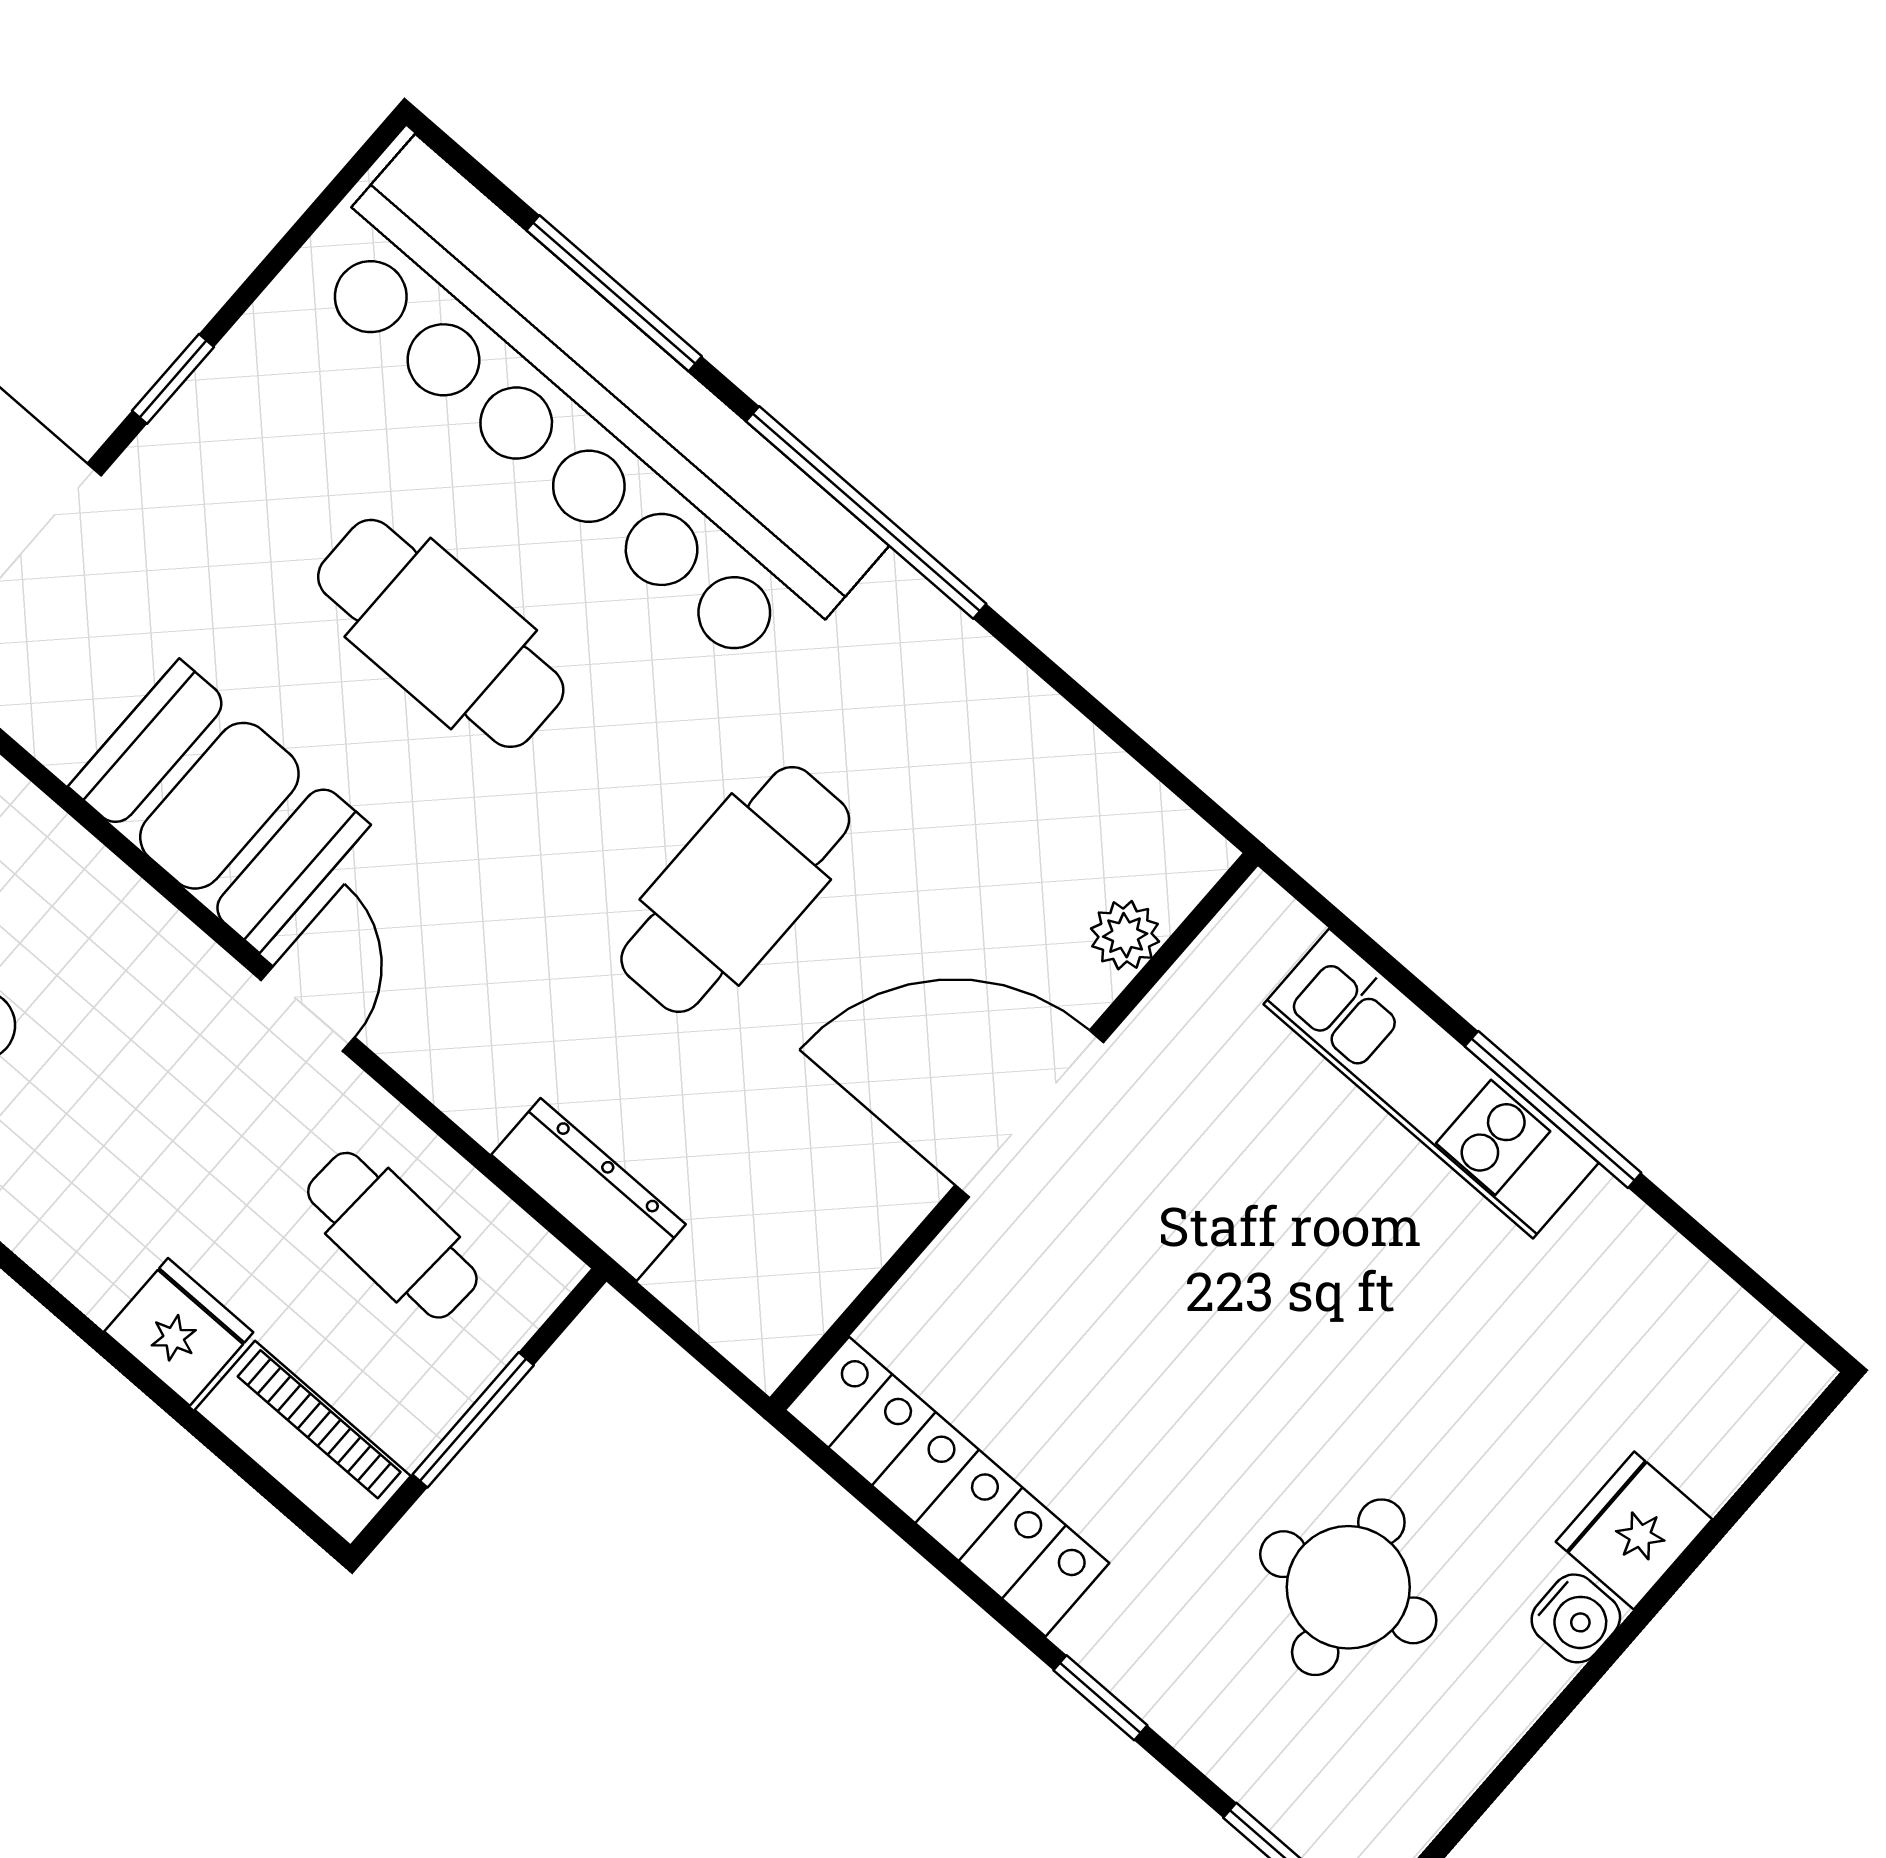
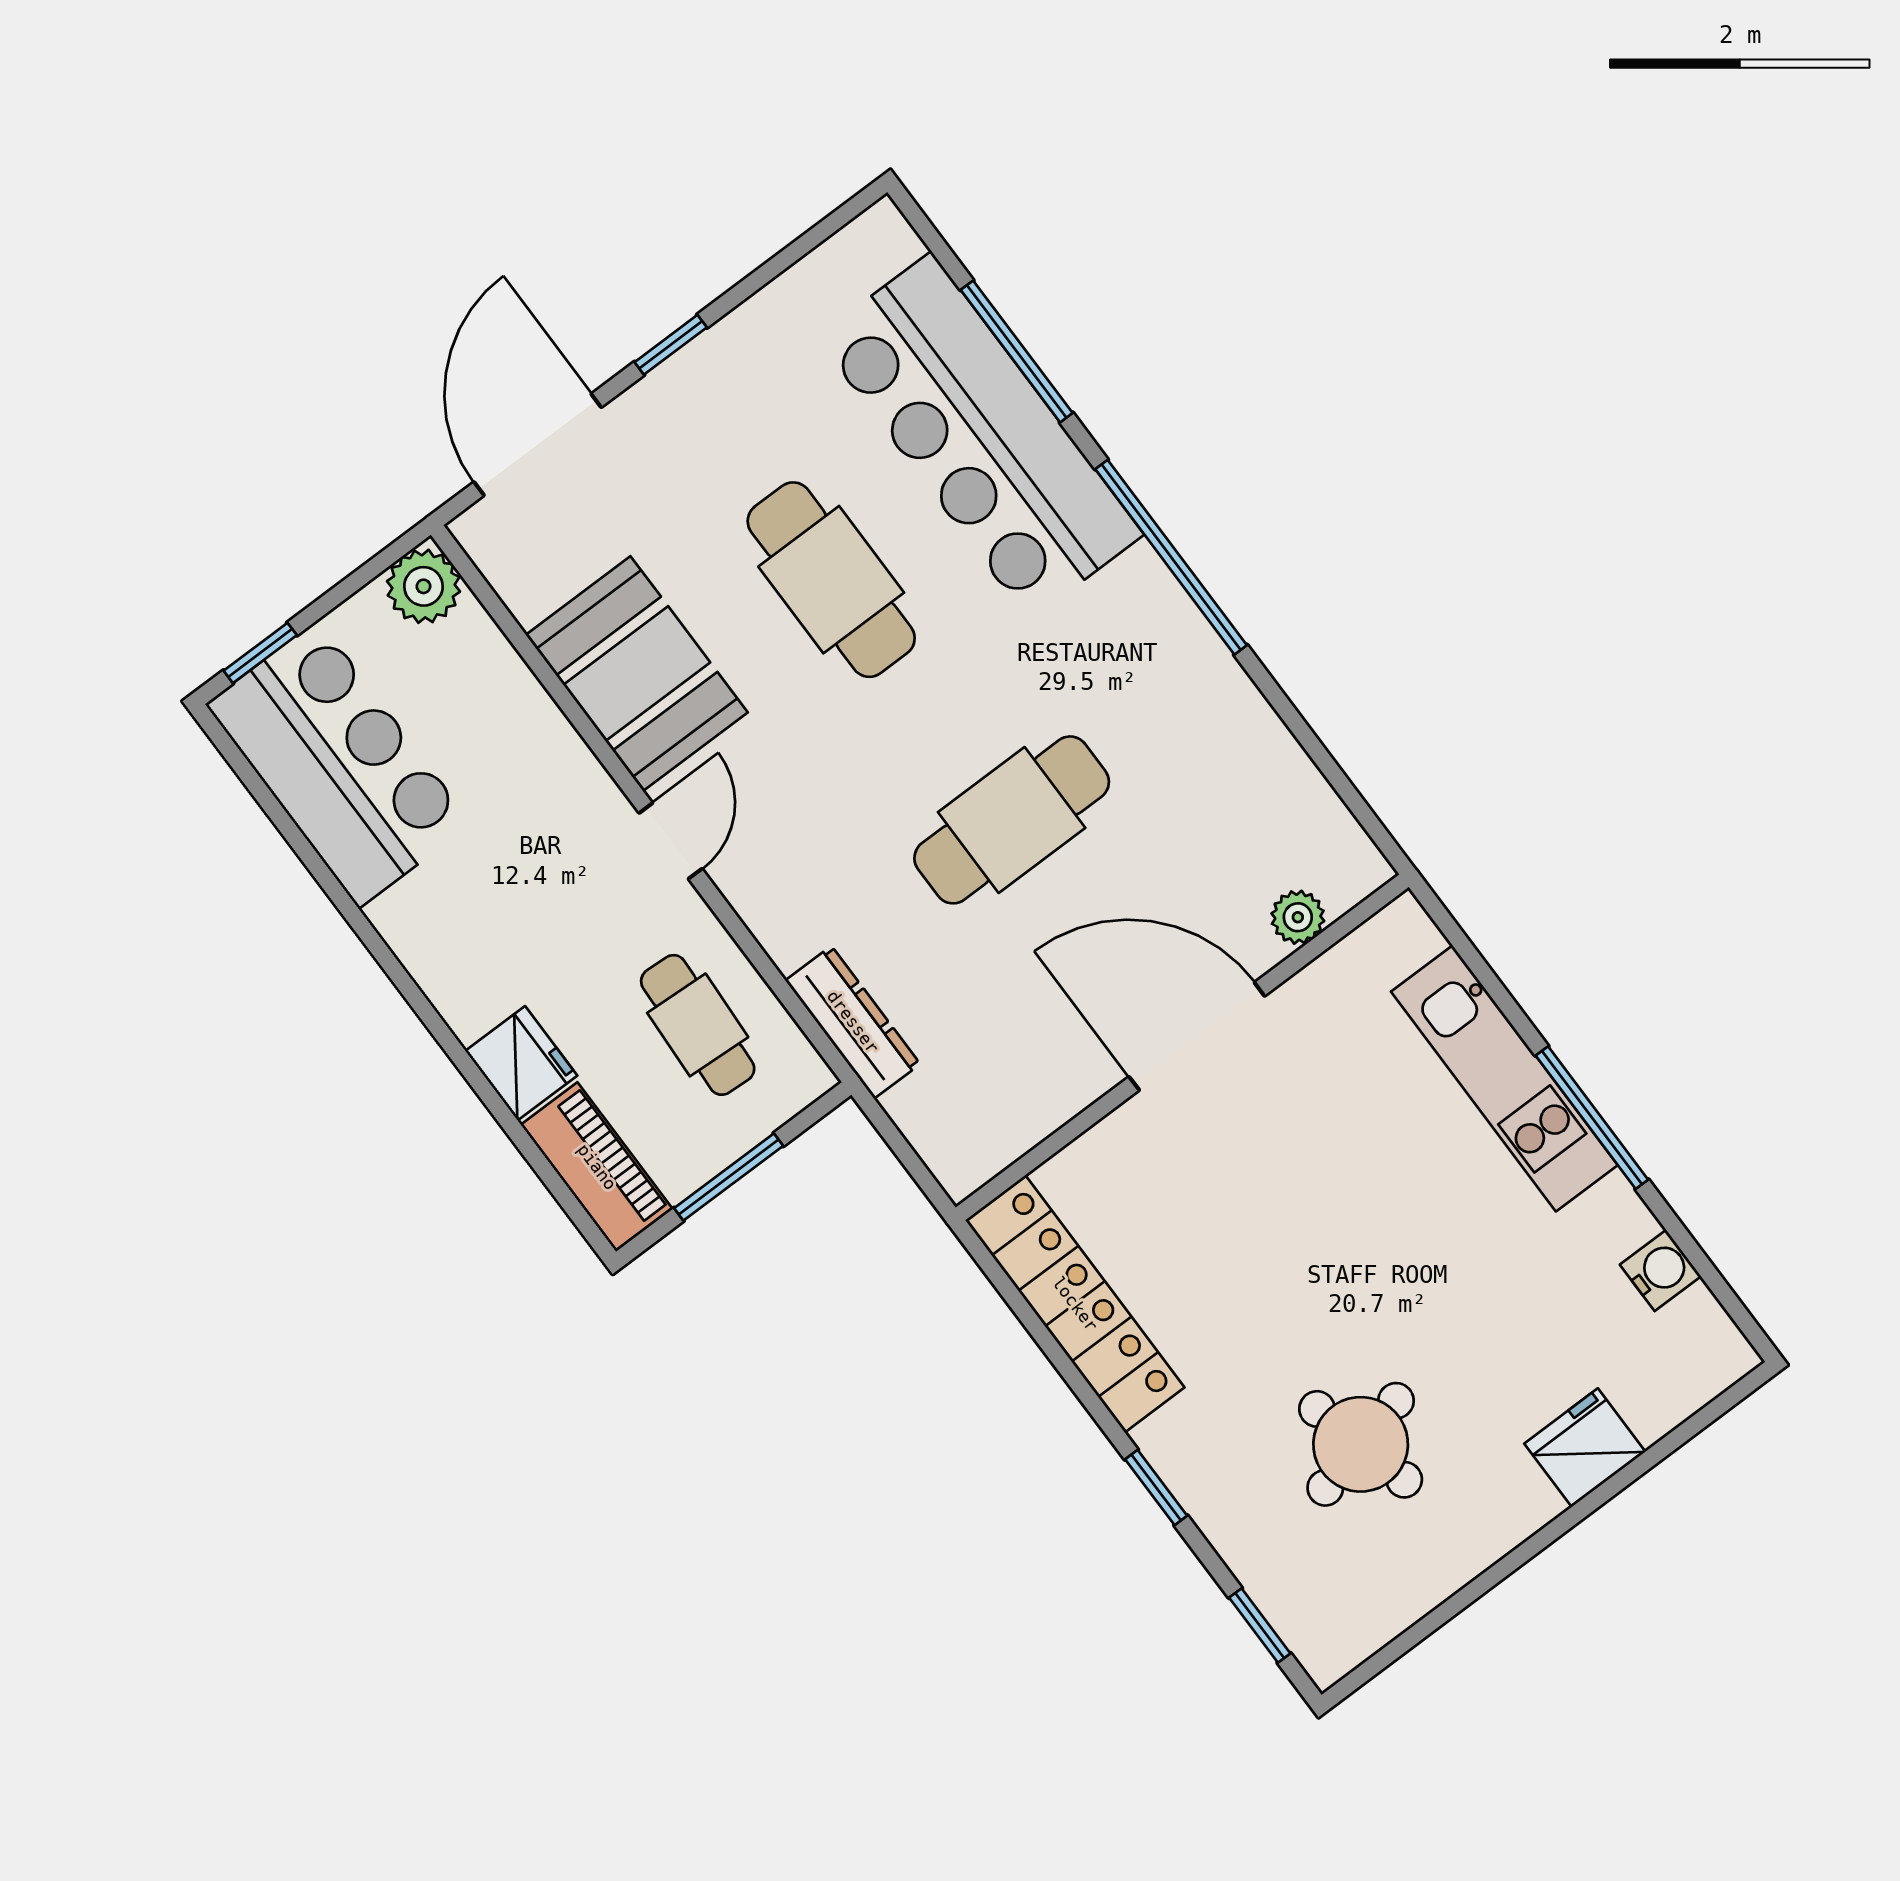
bar counter: (591, 411) -> (980, 436), width x0.73
water cooler: (1576, 1618) -> (1660, 1270), moved, turned -90

